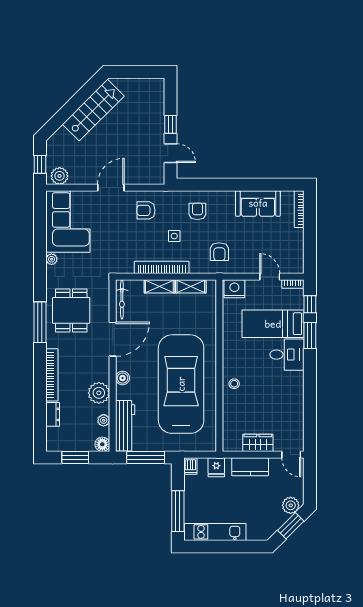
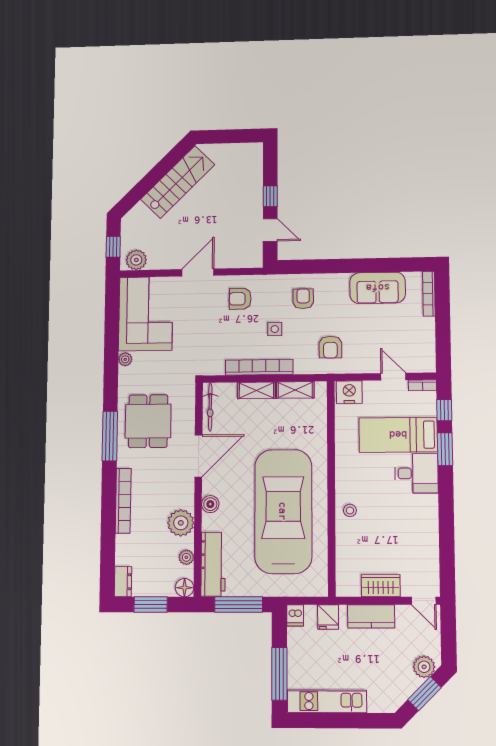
dresser: (53, 414) -> (123, 582), moved

